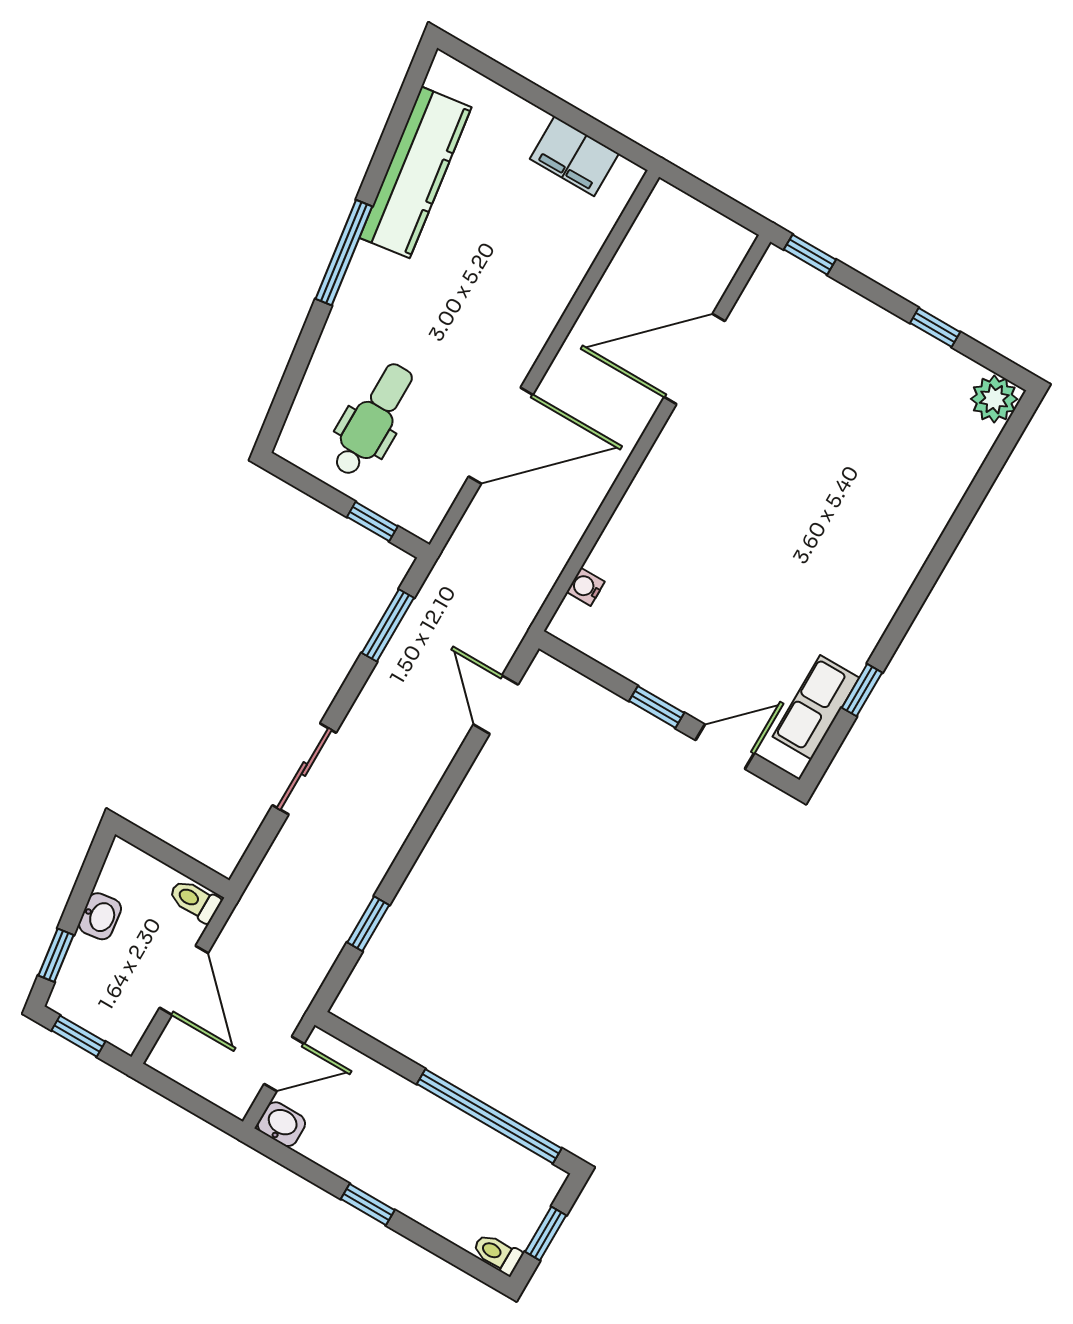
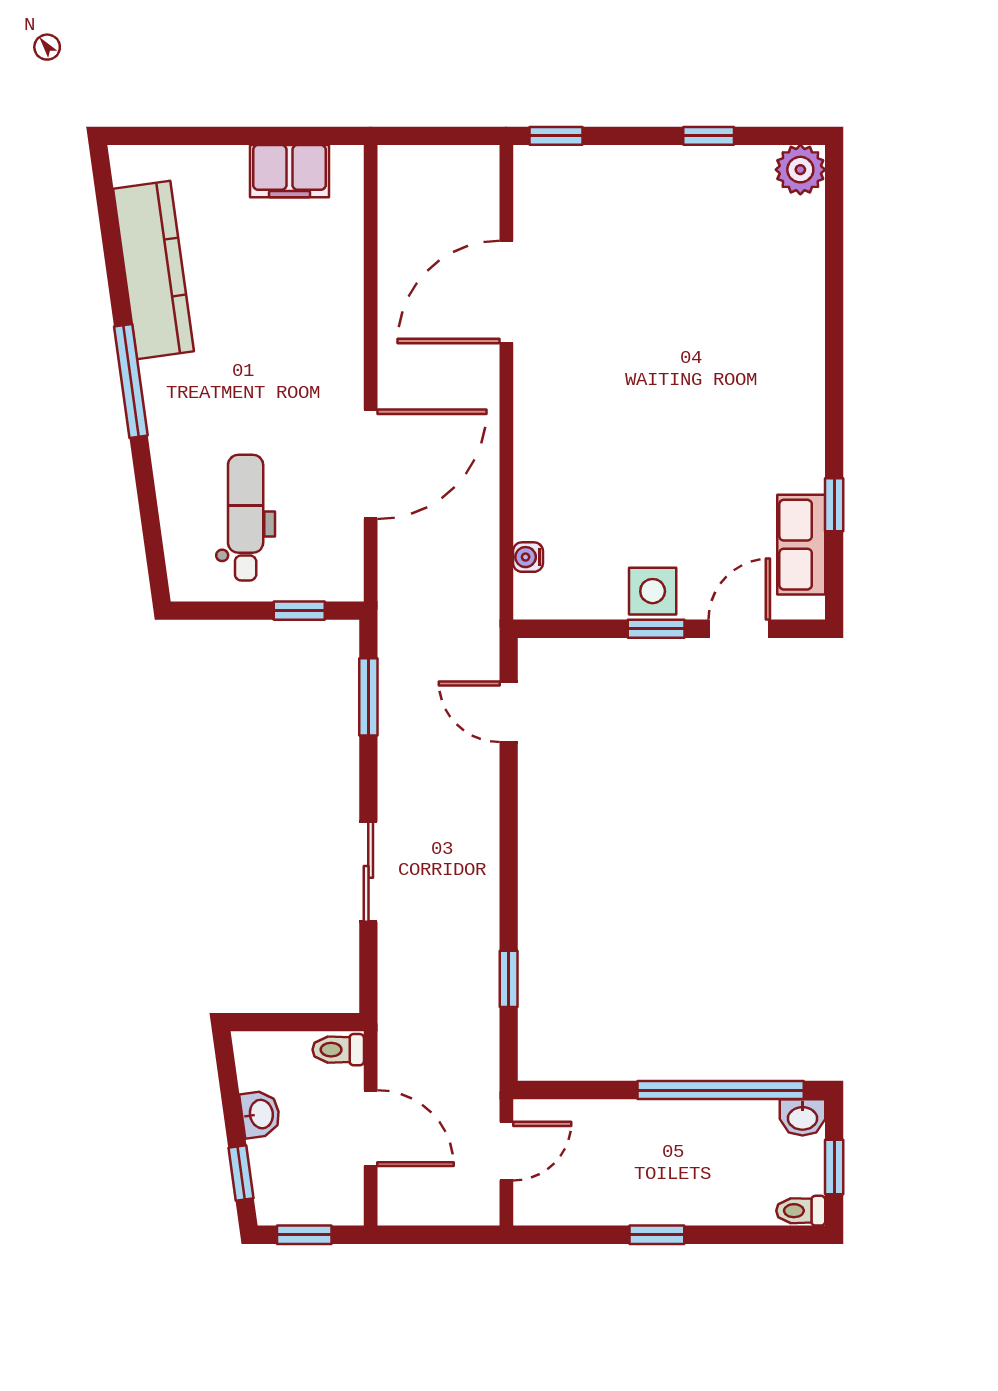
side table: (672, 674) -> (653, 591), added
washbasin: (281, 1124) -> (803, 1117), moved, turned 180

